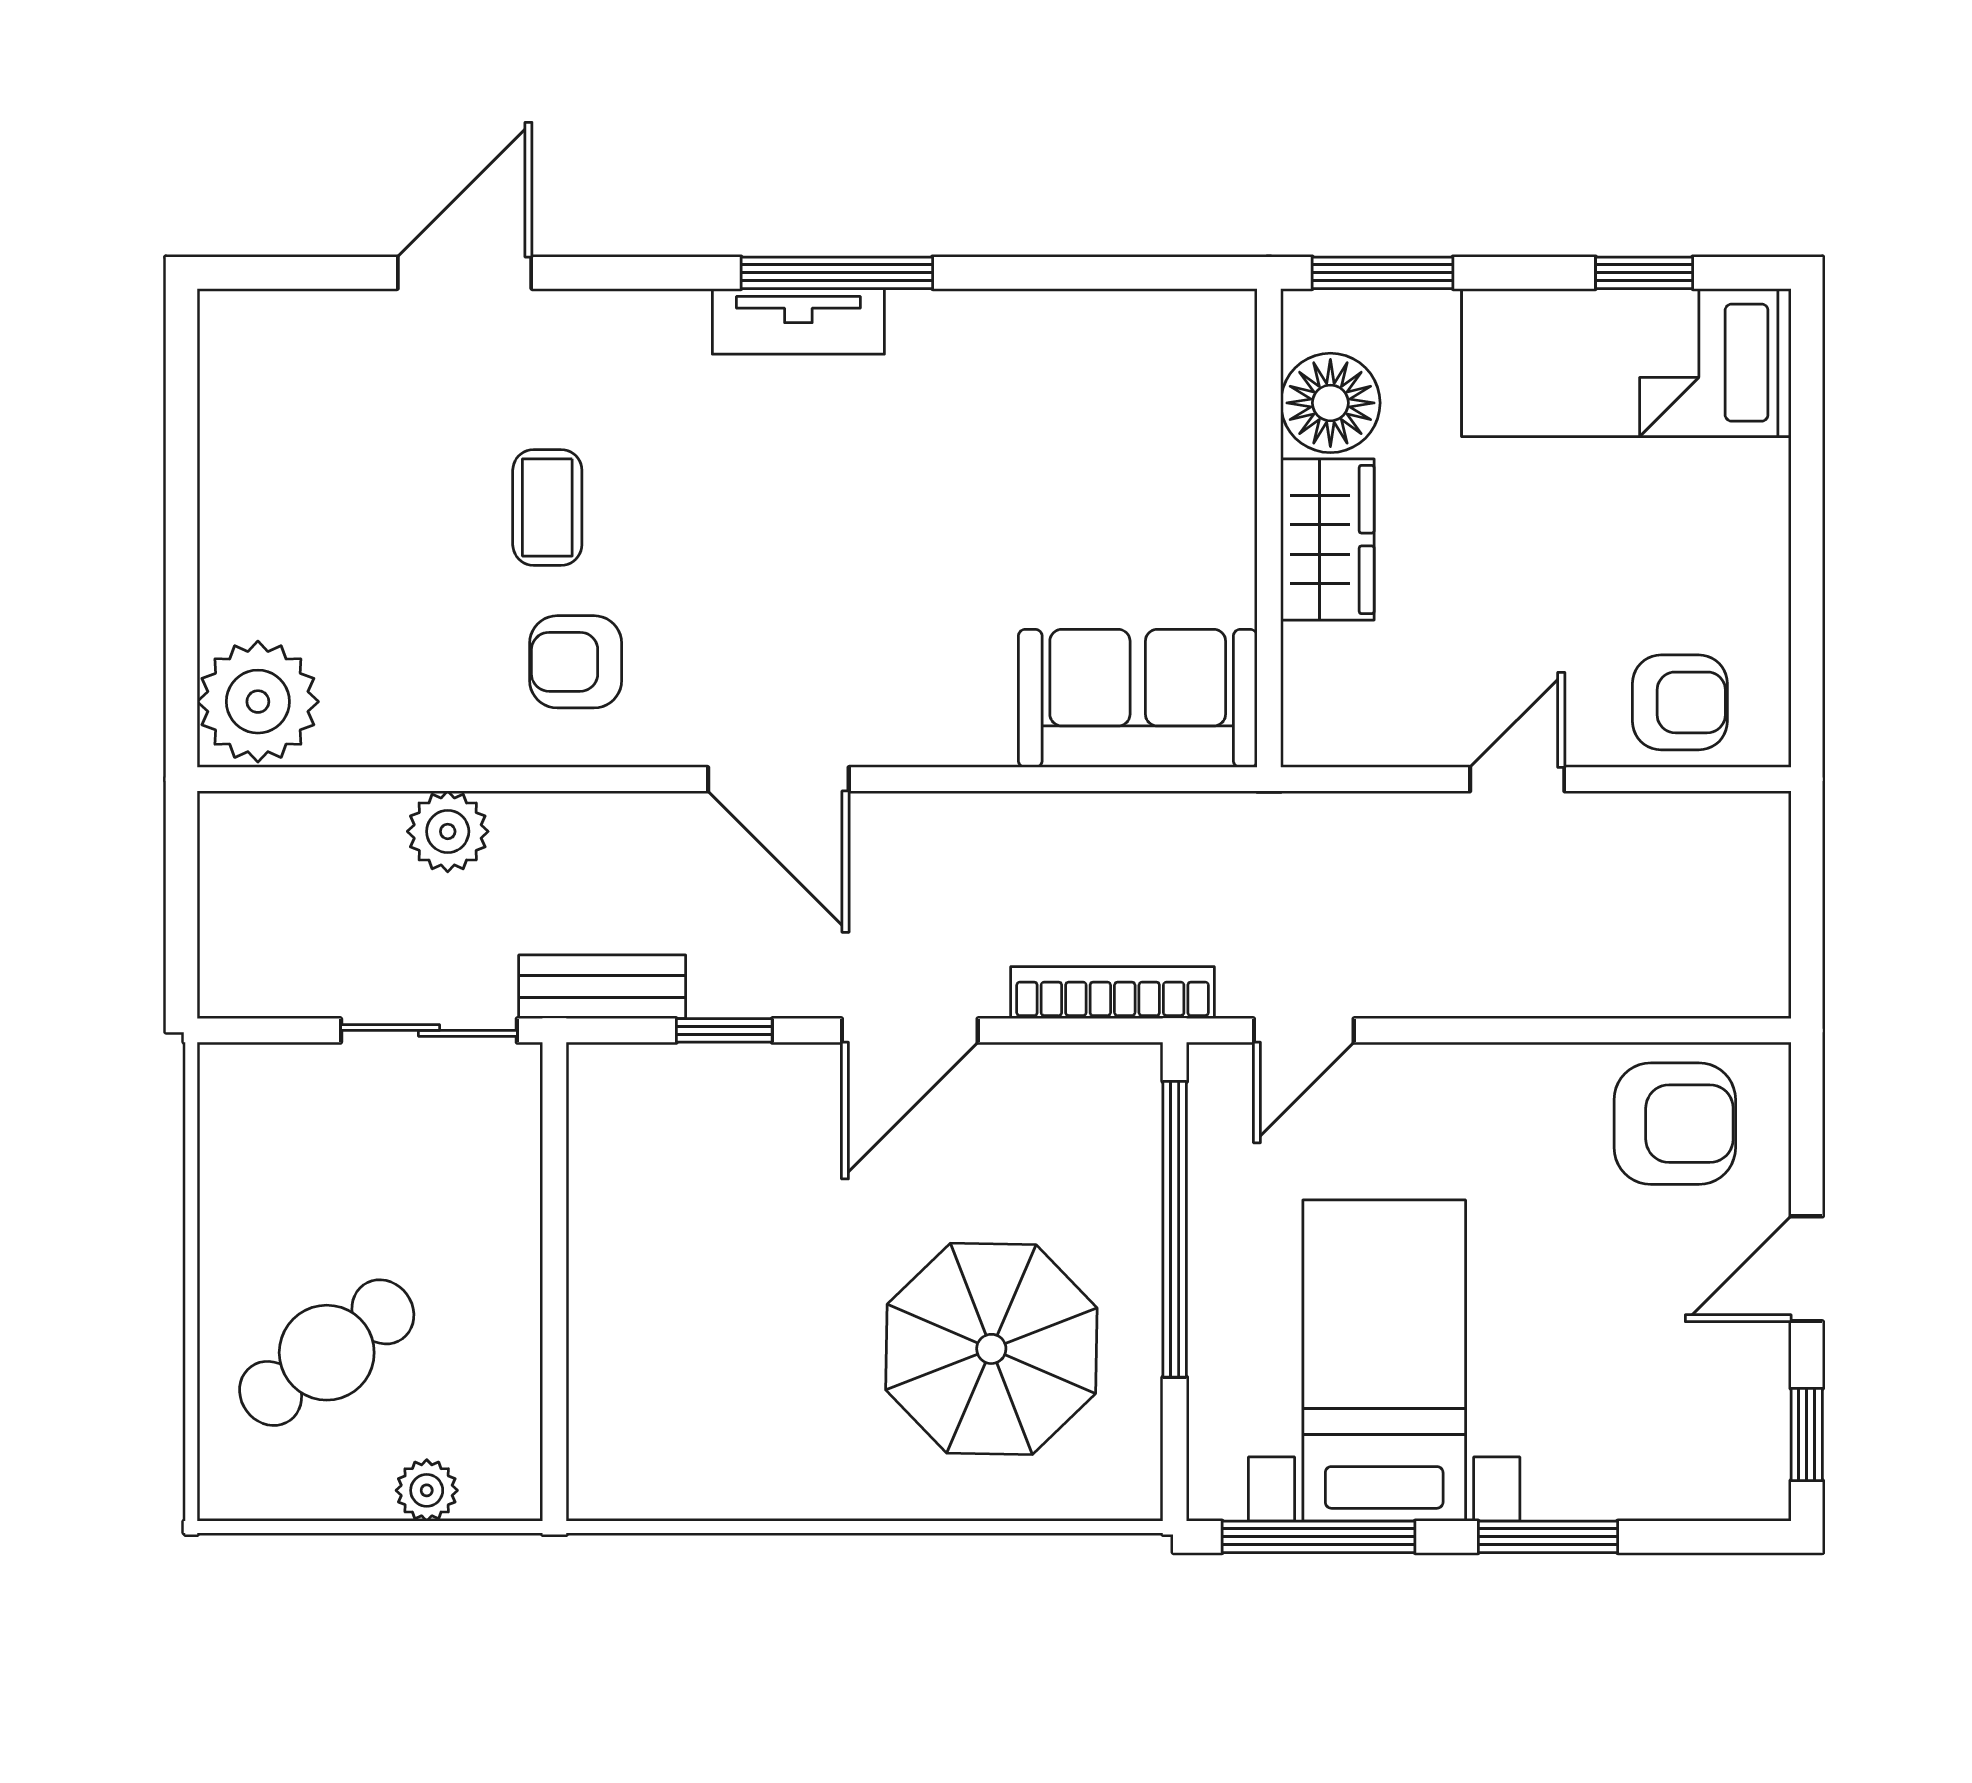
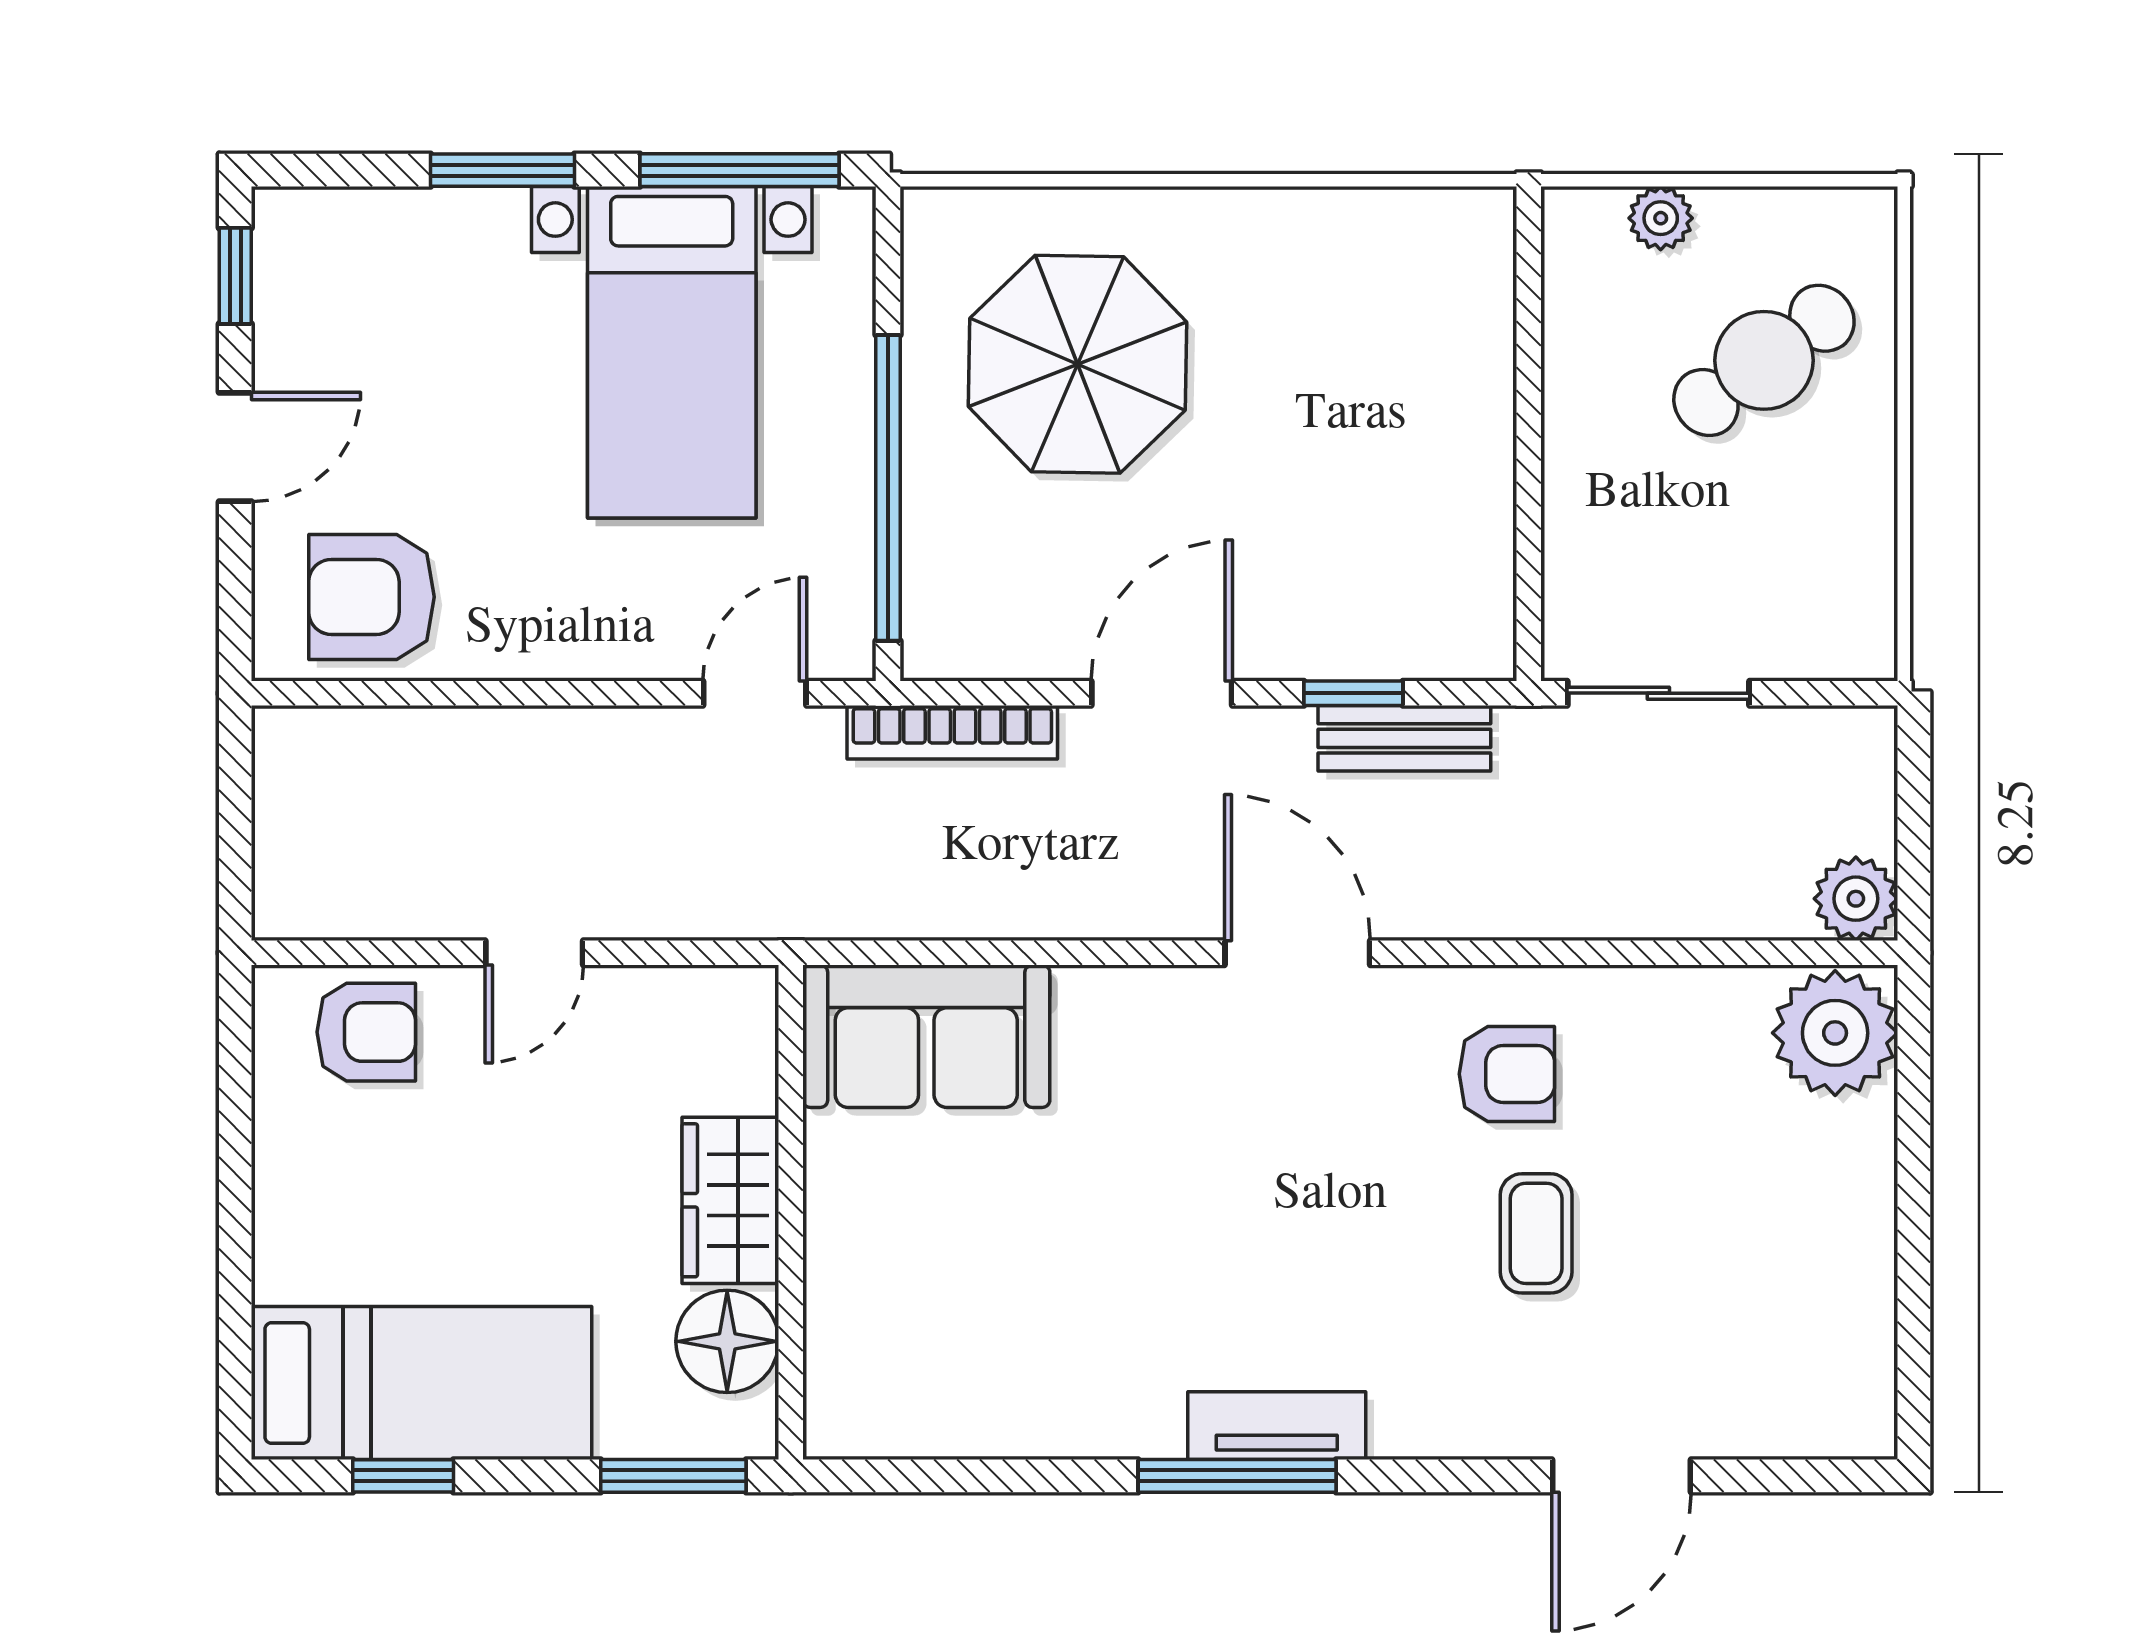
armchair: (1680, 702) -> (366, 1032), turned 180
plant: (448, 831) -> (1856, 899), moved
bench: (602, 987) -> (1404, 738), moved

